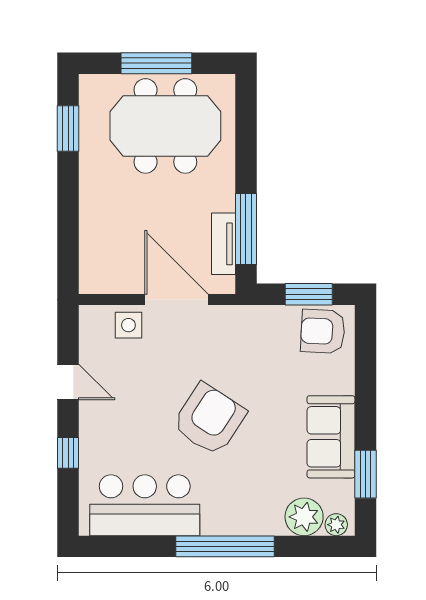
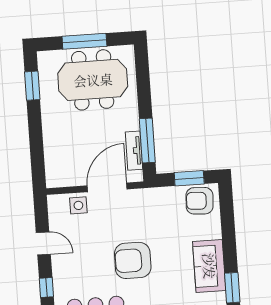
door: (176, 300) -> (107, 187), hinge flipped
armchair: (209, 419) -> (133, 260), turned -123

